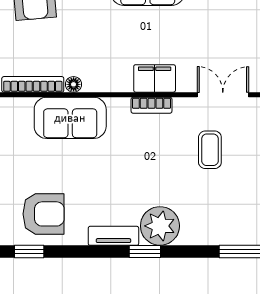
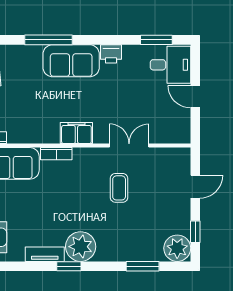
floor lamp: (74, 84) -> (14, 138), removed
bookcase: (152, 105) -> (56, 154), moved

